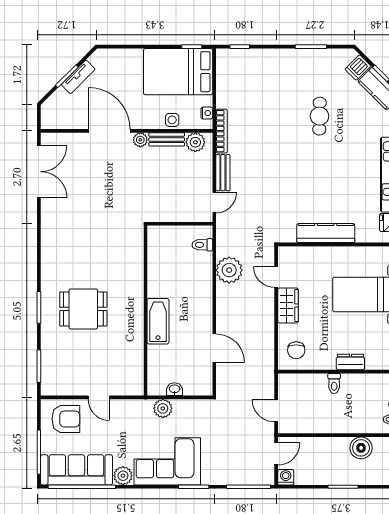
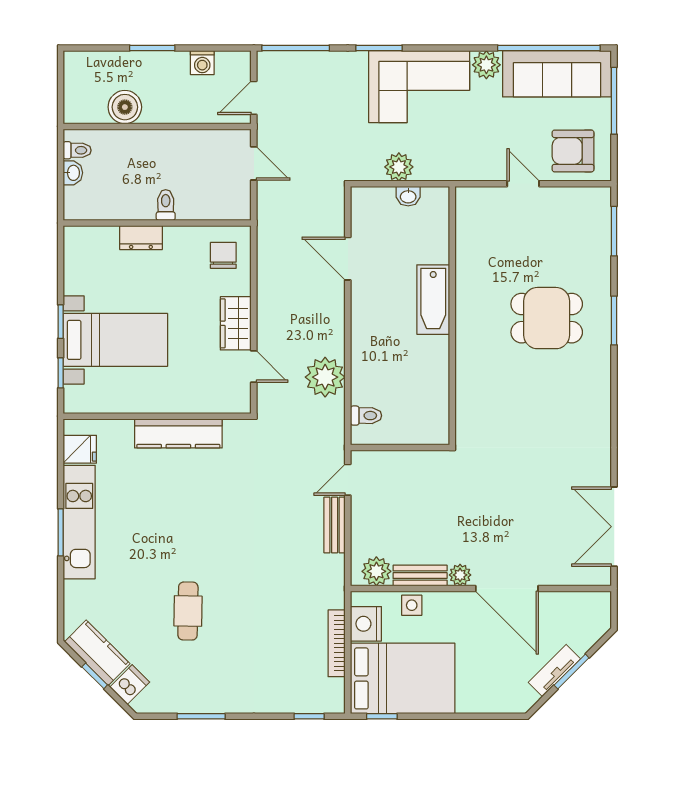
nightstand: (207, 113) -> (366, 624), width x1.89, depth x1.79
bookcase: (222, 131) -> (337, 643), moved
plant: (163, 408) -> (399, 167), moved
washing machine: (286, 477) -> (202, 63), moved

